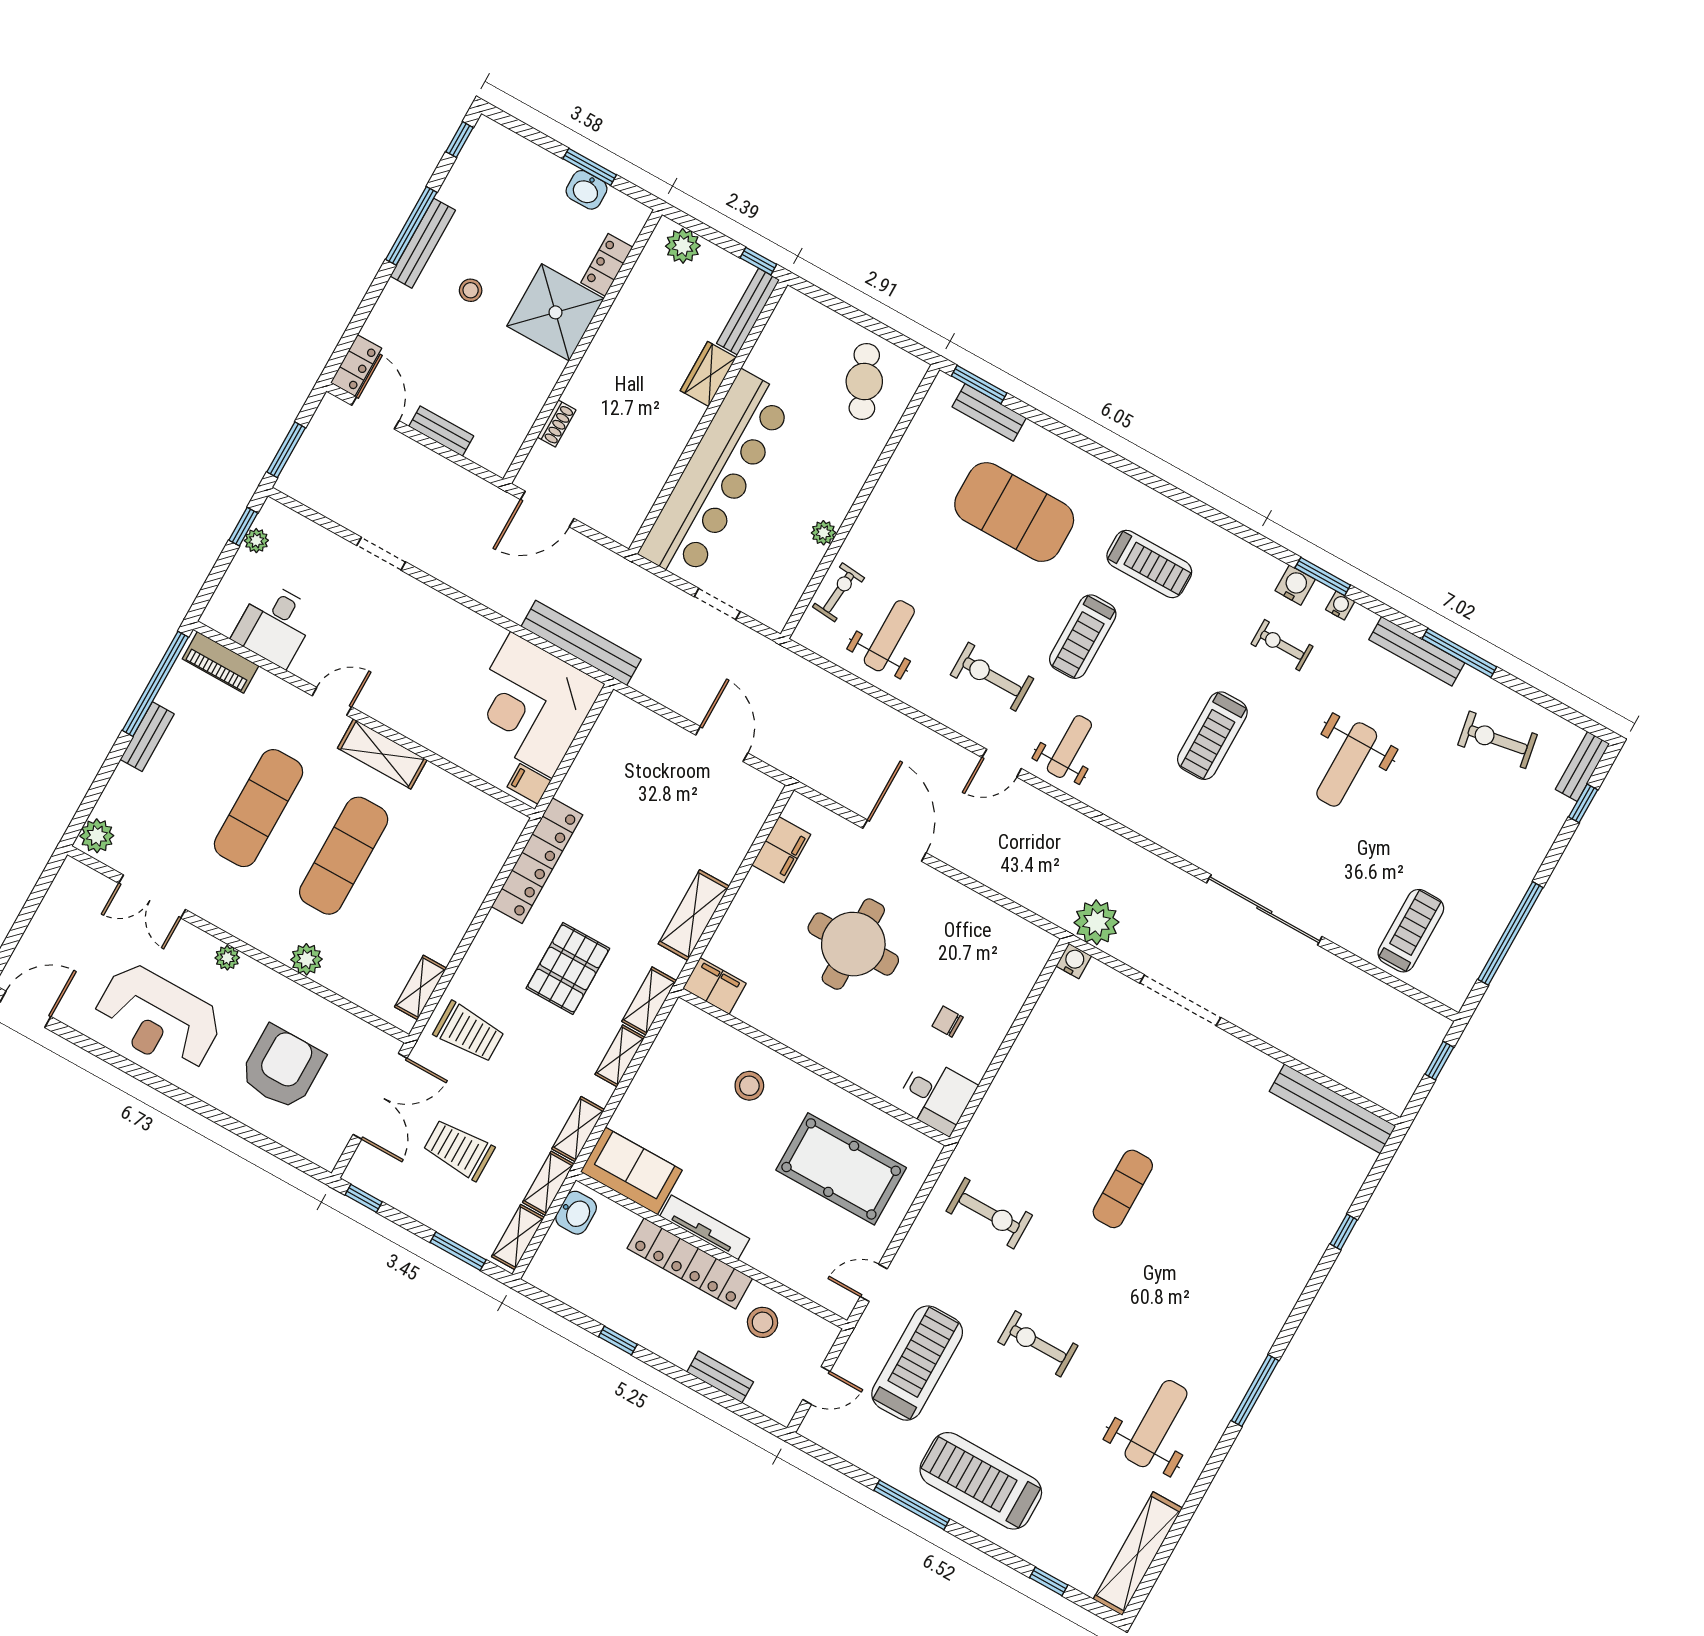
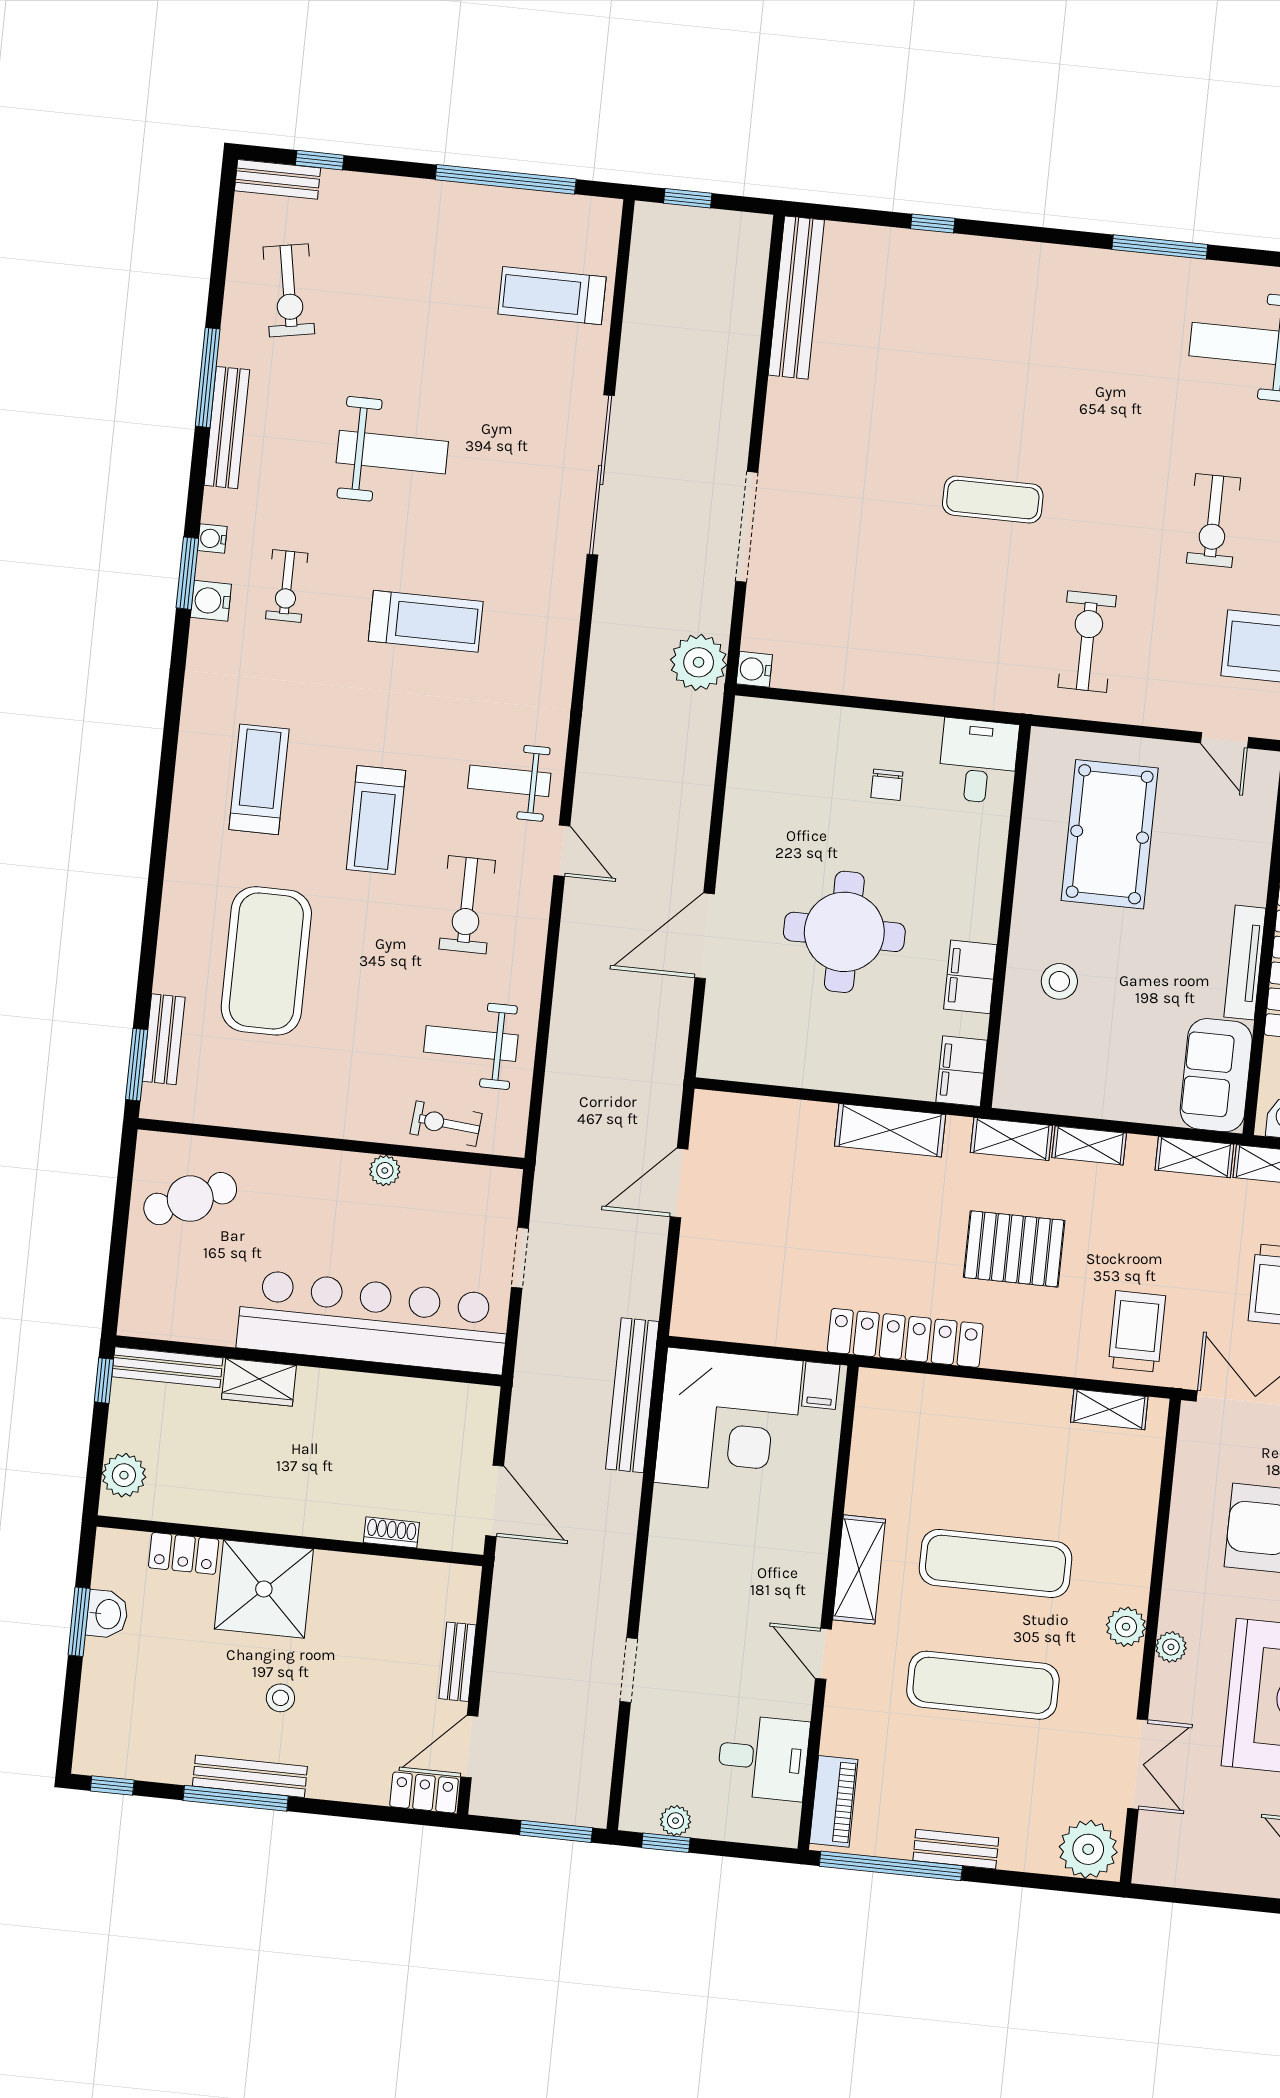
treadmill: (1083, 637) -> (376, 820), turned 90
plant: (97, 836) -> (1088, 1849), width x1.36, depth x1.36
filing cabinet: (781, 850) -> (970, 977), moved, turned -90
plant: (307, 959) -> (1126, 1627), moved

